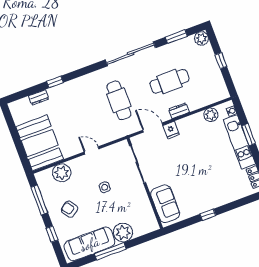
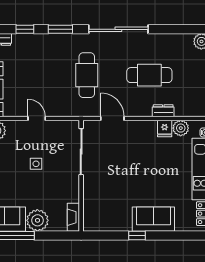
window: (176, 37) -> (60, 29), moved
dresser: (179, 111) -> (163, 111), moved
fridge: (171, 130) -> (165, 129), moved
sofa: (165, 204) -> (153, 219), moved, turned -90
fireplace: (151, 219) -> (73, 217), added

